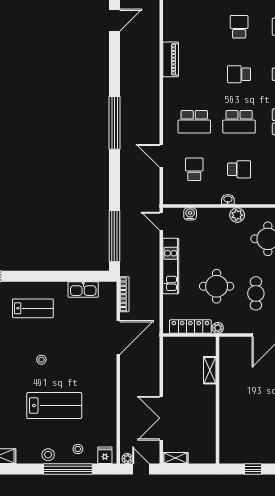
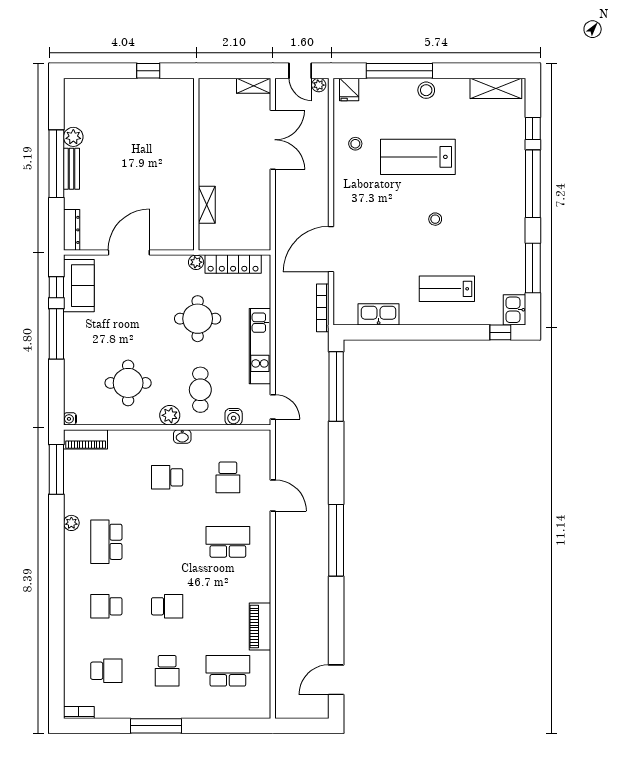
school desk: (239, 122) -> (228, 671), moved
cafe table: (256, 293) -> (200, 390), moved
stool: (78, 449) -> (355, 144), moved

